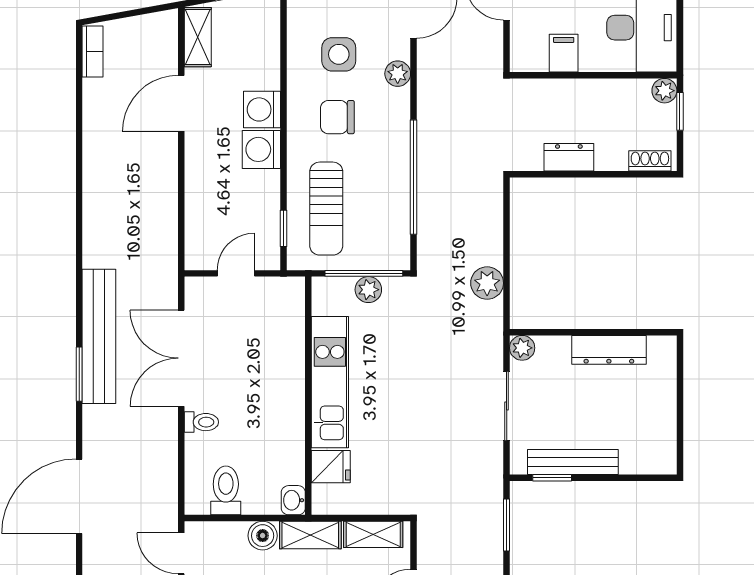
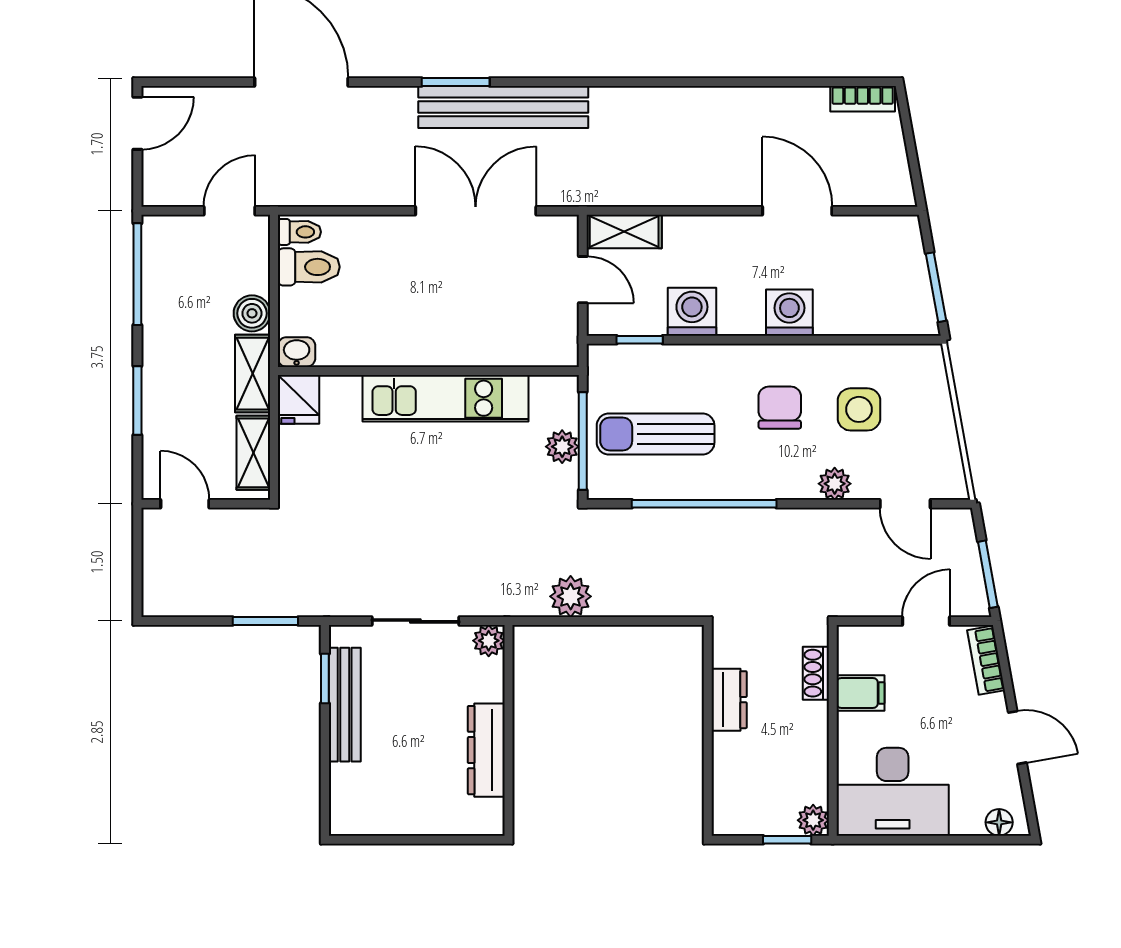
shelving: (198, 37) -> (624, 232), moved
washing machine: (261, 149) -> (692, 312), moved
shoe rack: (650, 161) -> (816, 673), moved, turned 180
sun lounger: (326, 209) -> (656, 434), moved
toilet: (201, 422) -> (299, 232), moved, turned -90
fridge: (331, 467) -> (299, 399), moved

